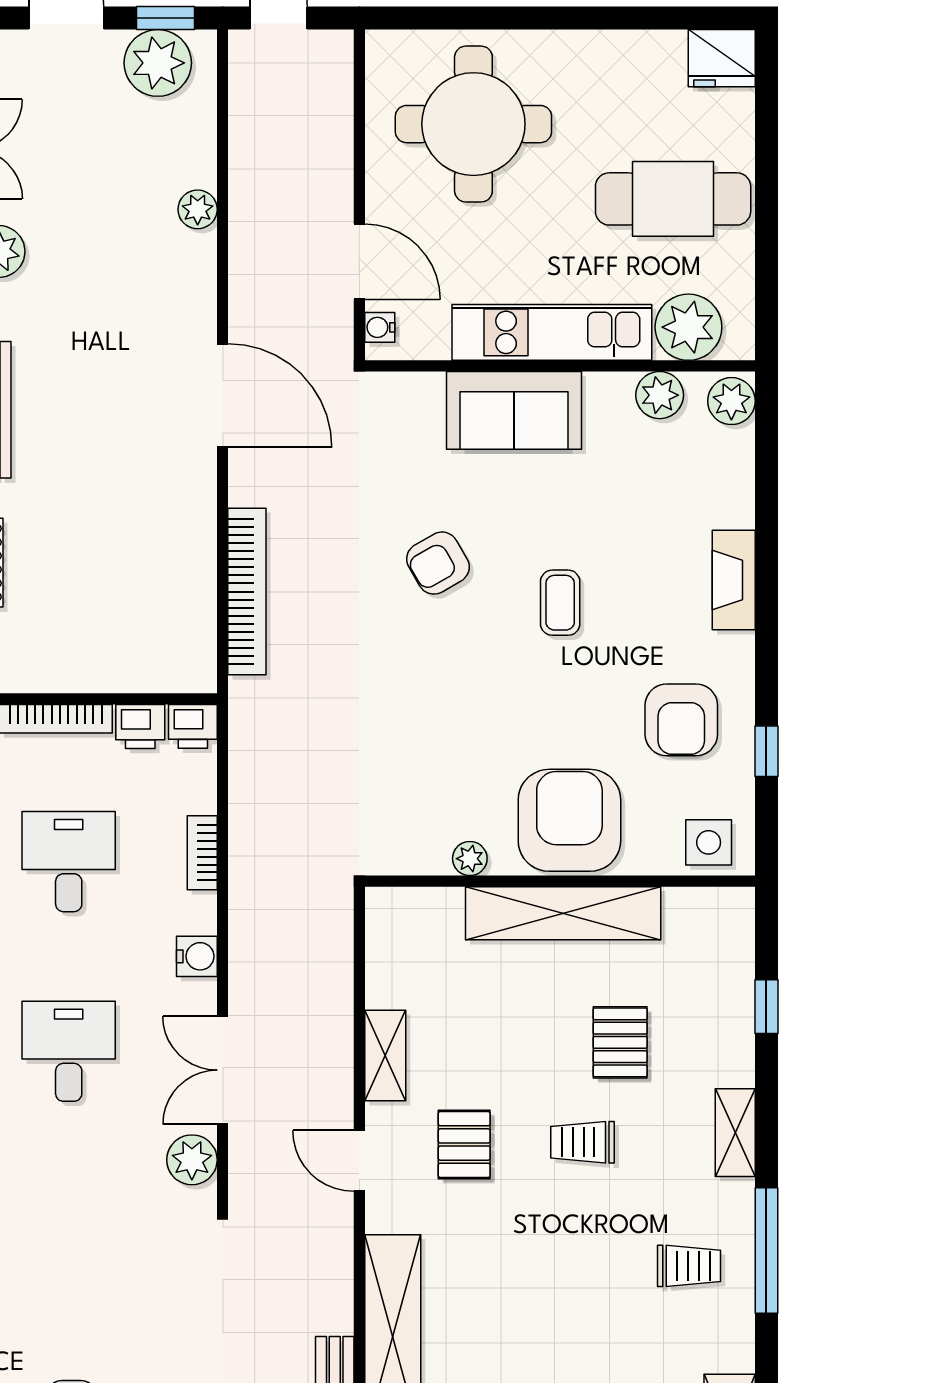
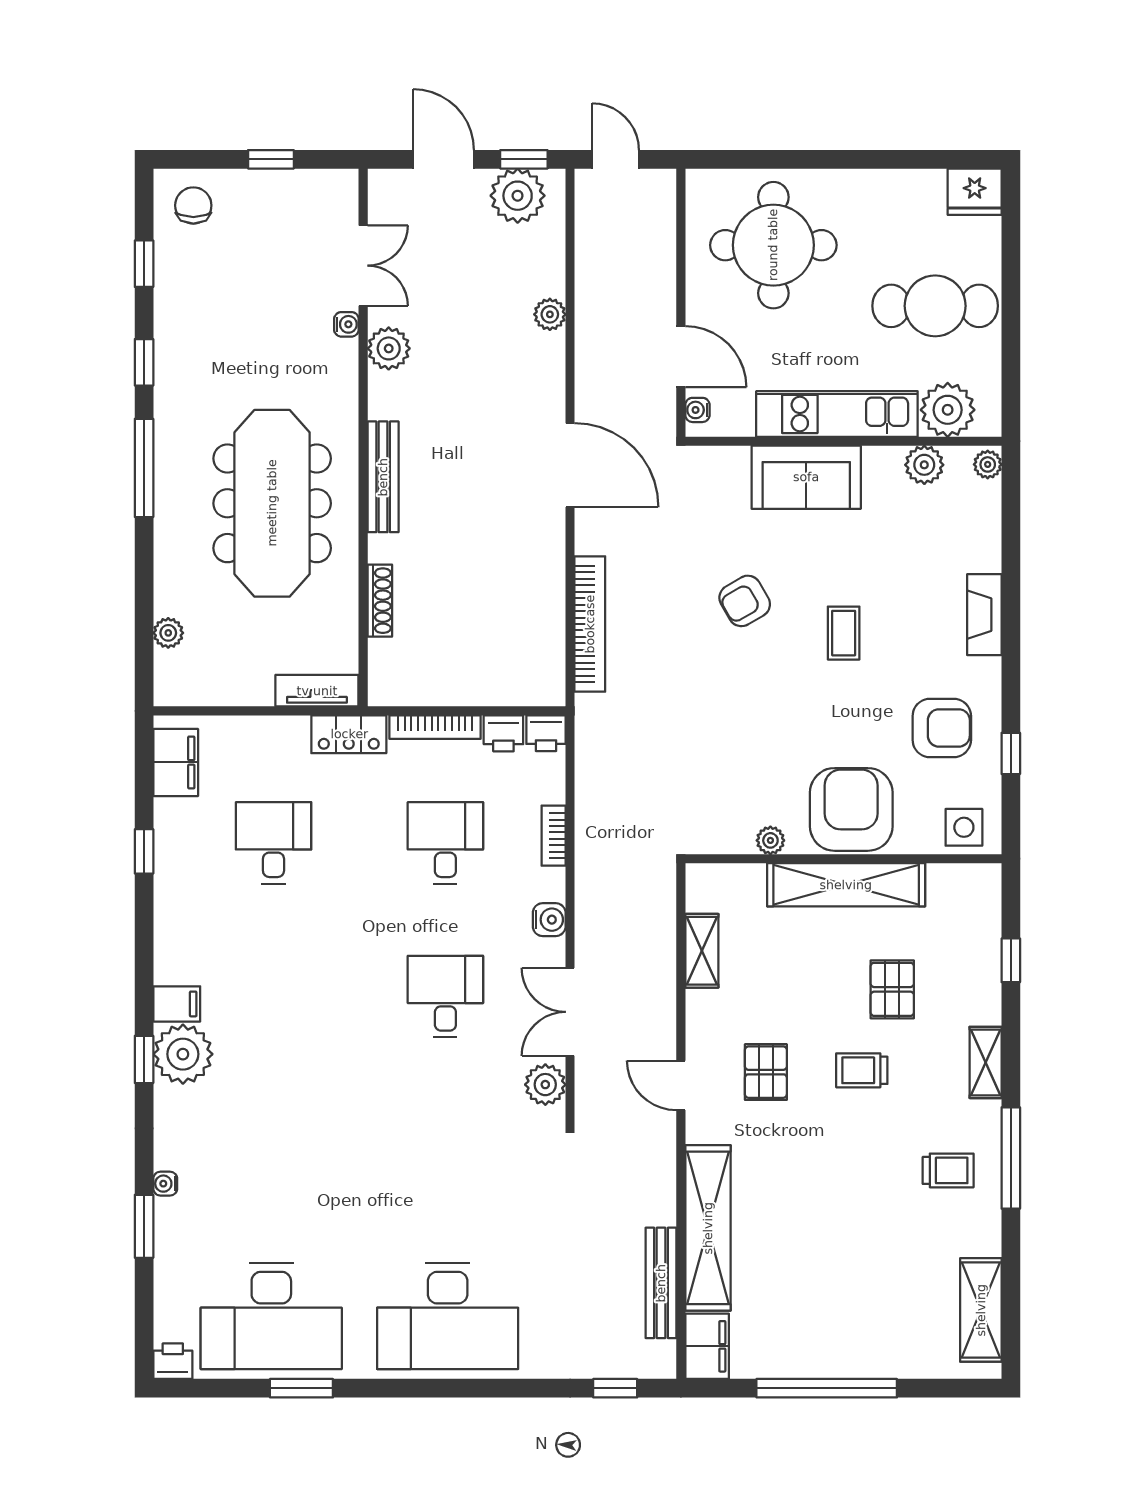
plant: (731, 401) -> (988, 464), width x0.73, depth x0.73
armchair: (681, 720) -> (942, 728), turned -90
shelving: (385, 1055) -> (702, 951), moved

